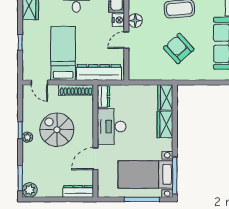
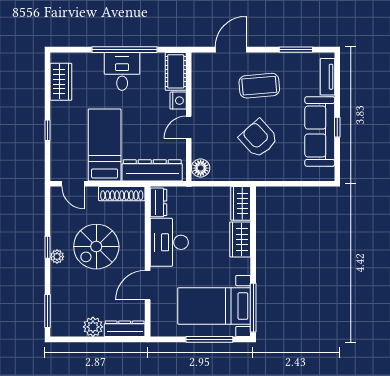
floor lamp: (135, 21) -> (201, 168), moved
spiral stairs: (57, 130) -> (96, 247), turned -90
plant: (30, 190) -> (93, 327), moved

